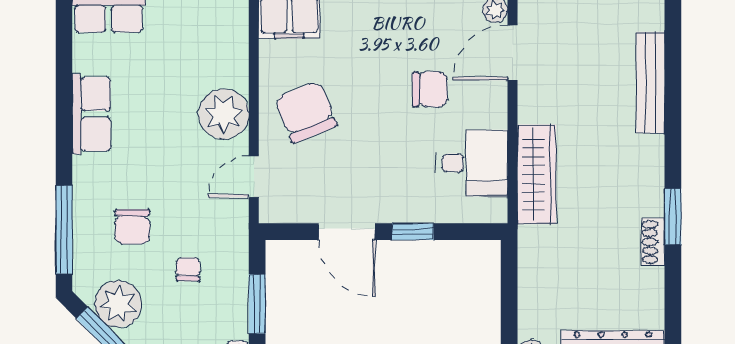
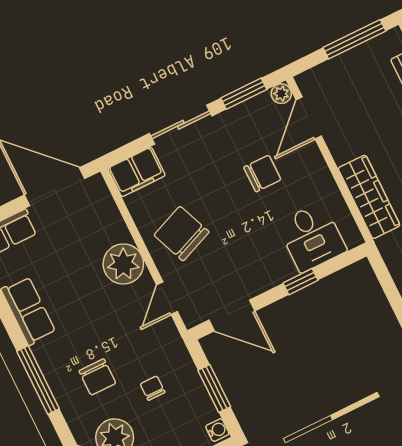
desk: (472, 163) -> (312, 237), moved, turned 90
window: (64, 230) -> (38, 380), moved
door: (347, 232) -> (232, 315), moved

